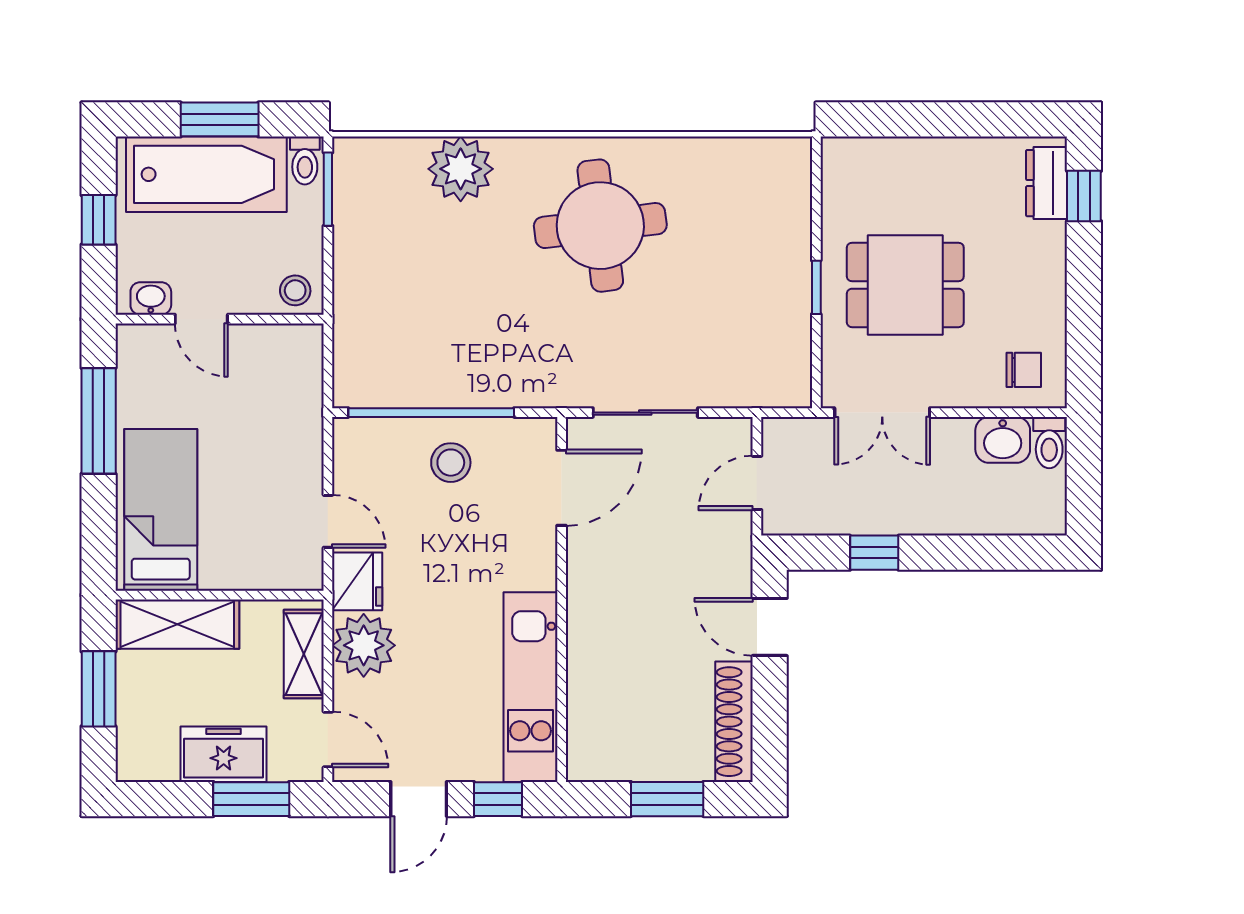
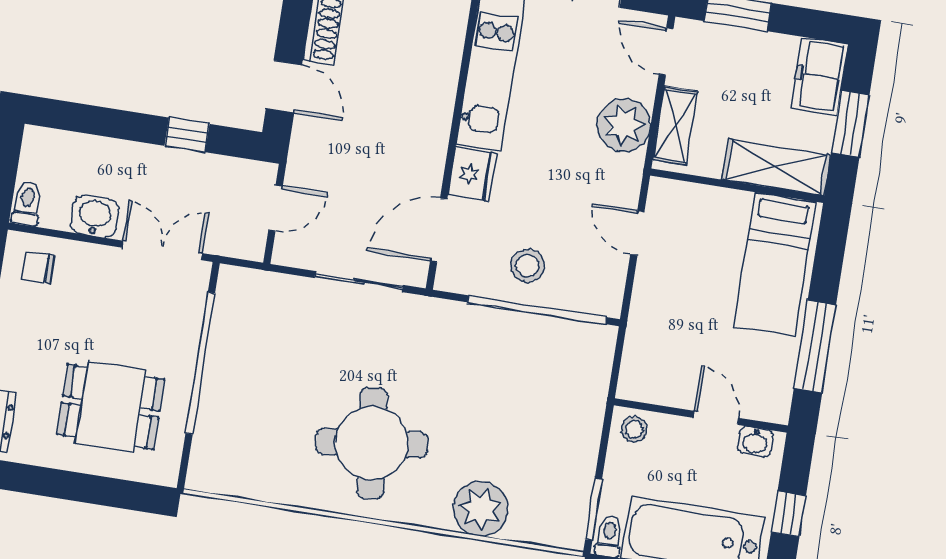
dining table: (905, 285) -> (111, 407), moved
window: (816, 287) -> (200, 363), width x3.17
washbasin: (1003, 440) -> (95, 216), moved
fridge: (357, 581) -> (472, 174), moved, turned 180
freezer: (224, 754) -> (820, 76), moved, turned 90

